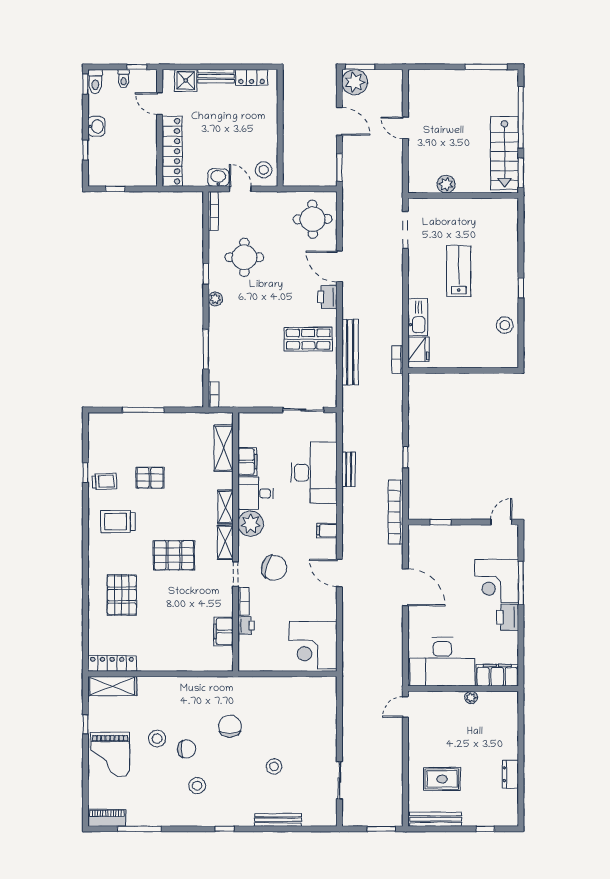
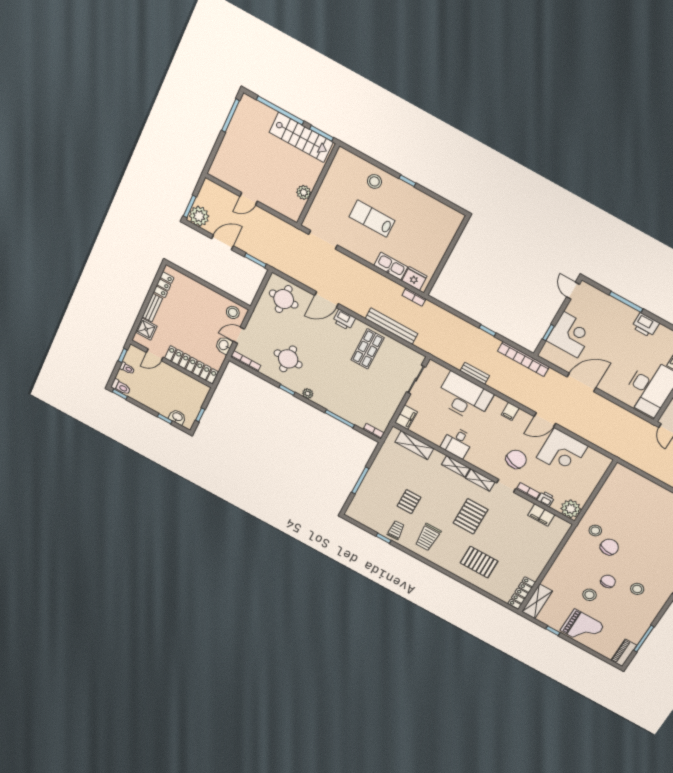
washbasin: (96, 126) -> (177, 417), moved
stool: (505, 325) -> (374, 181), moved
filing cabinet: (247, 462) -> (406, 417), moved, turned 90
plant: (251, 524) -> (571, 509), moved
corner desk: (497, 581) -> (571, 335), moved, turned -90
corner desk: (313, 645) -> (562, 452), moved
chair: (230, 726) -> (609, 547), turned 101
stool: (274, 766) -> (595, 531), moved

